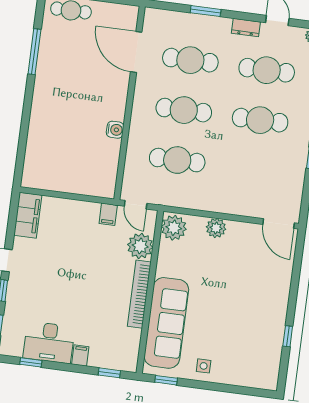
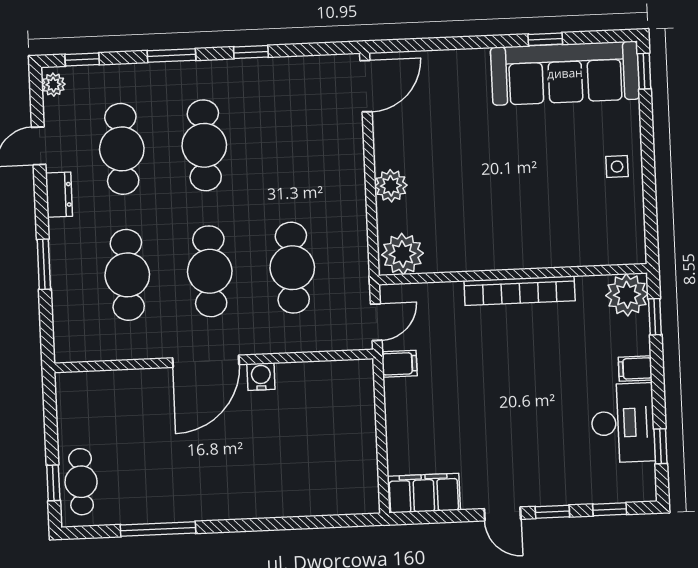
door: (136, 52) -> (206, 361), moved
plant: (140, 246) -> (627, 295), moved
sofa: (166, 323) -> (565, 73), moved, turned 180
window: (166, 380) -> (644, 71), moved

